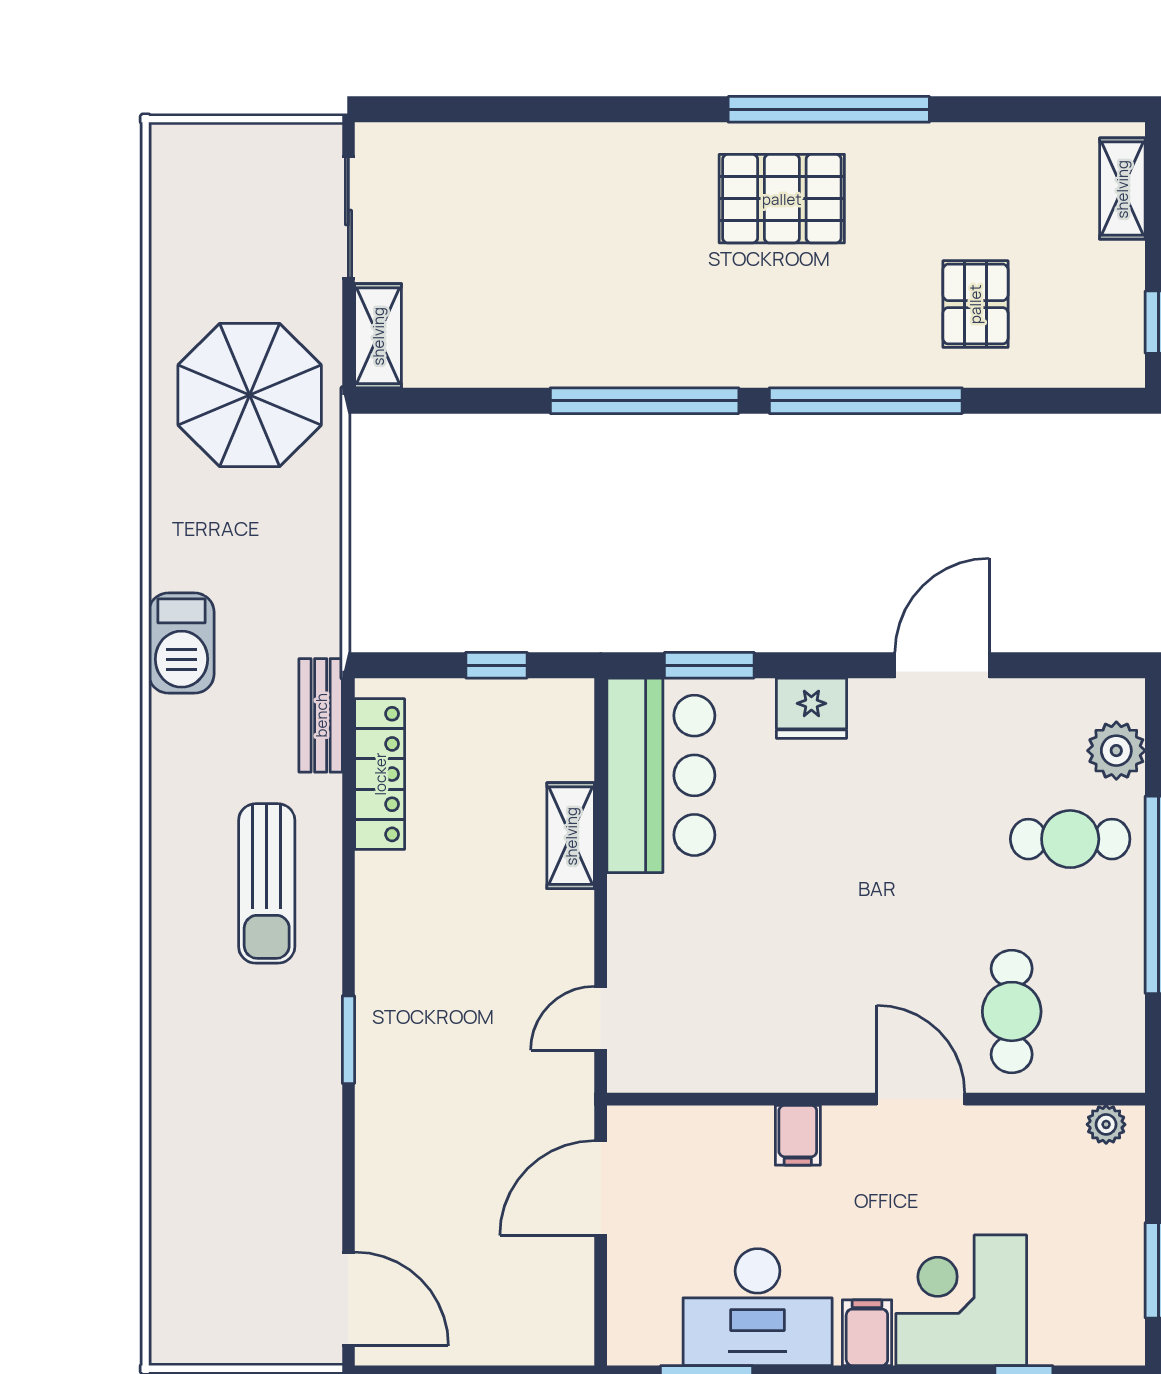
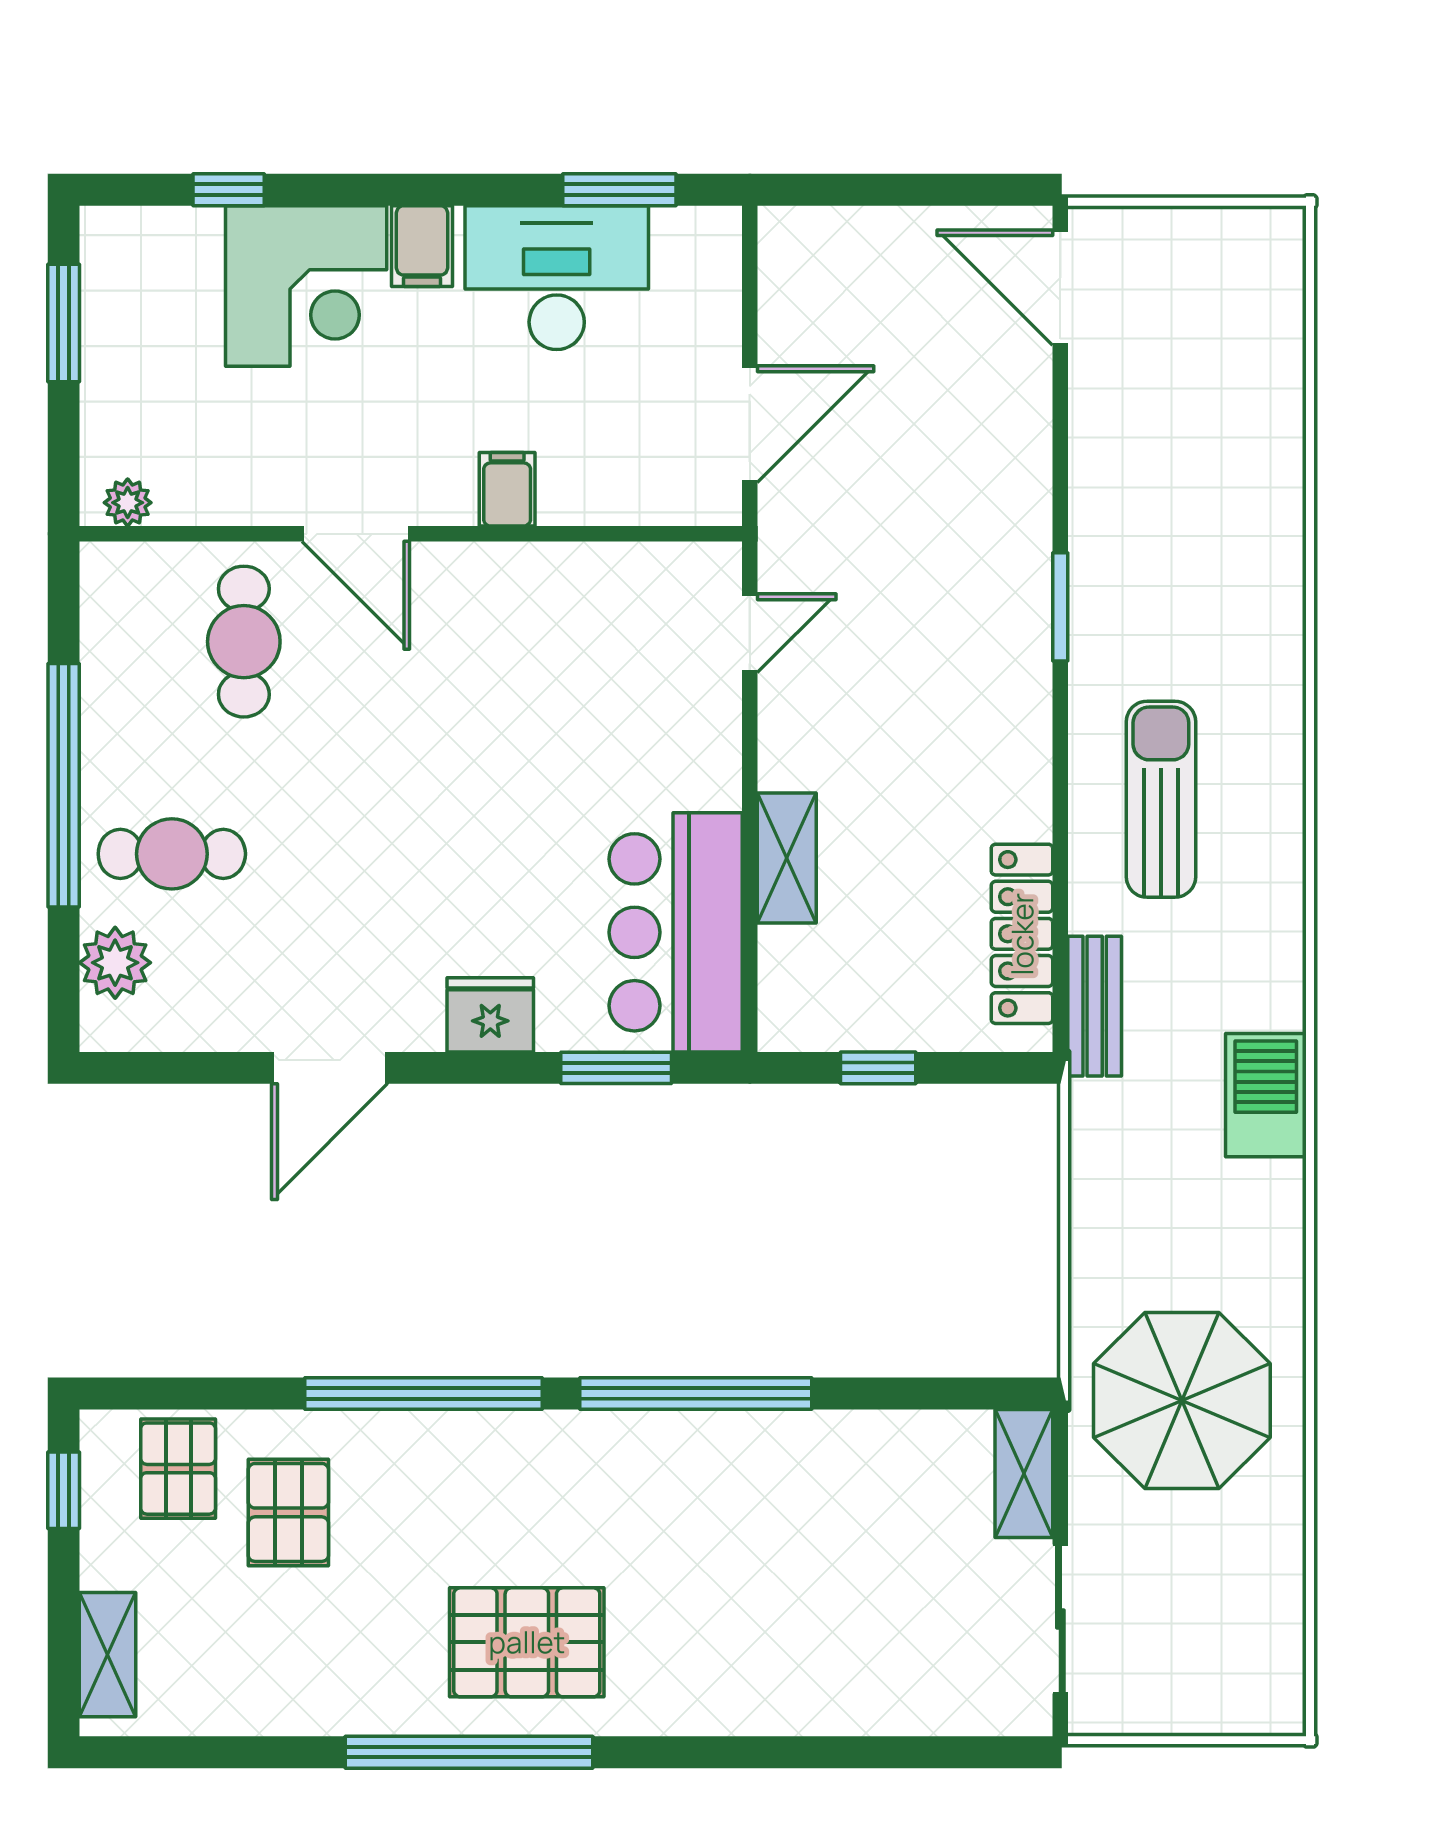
pallet: (1065, 340) -> (178, 1469), added

